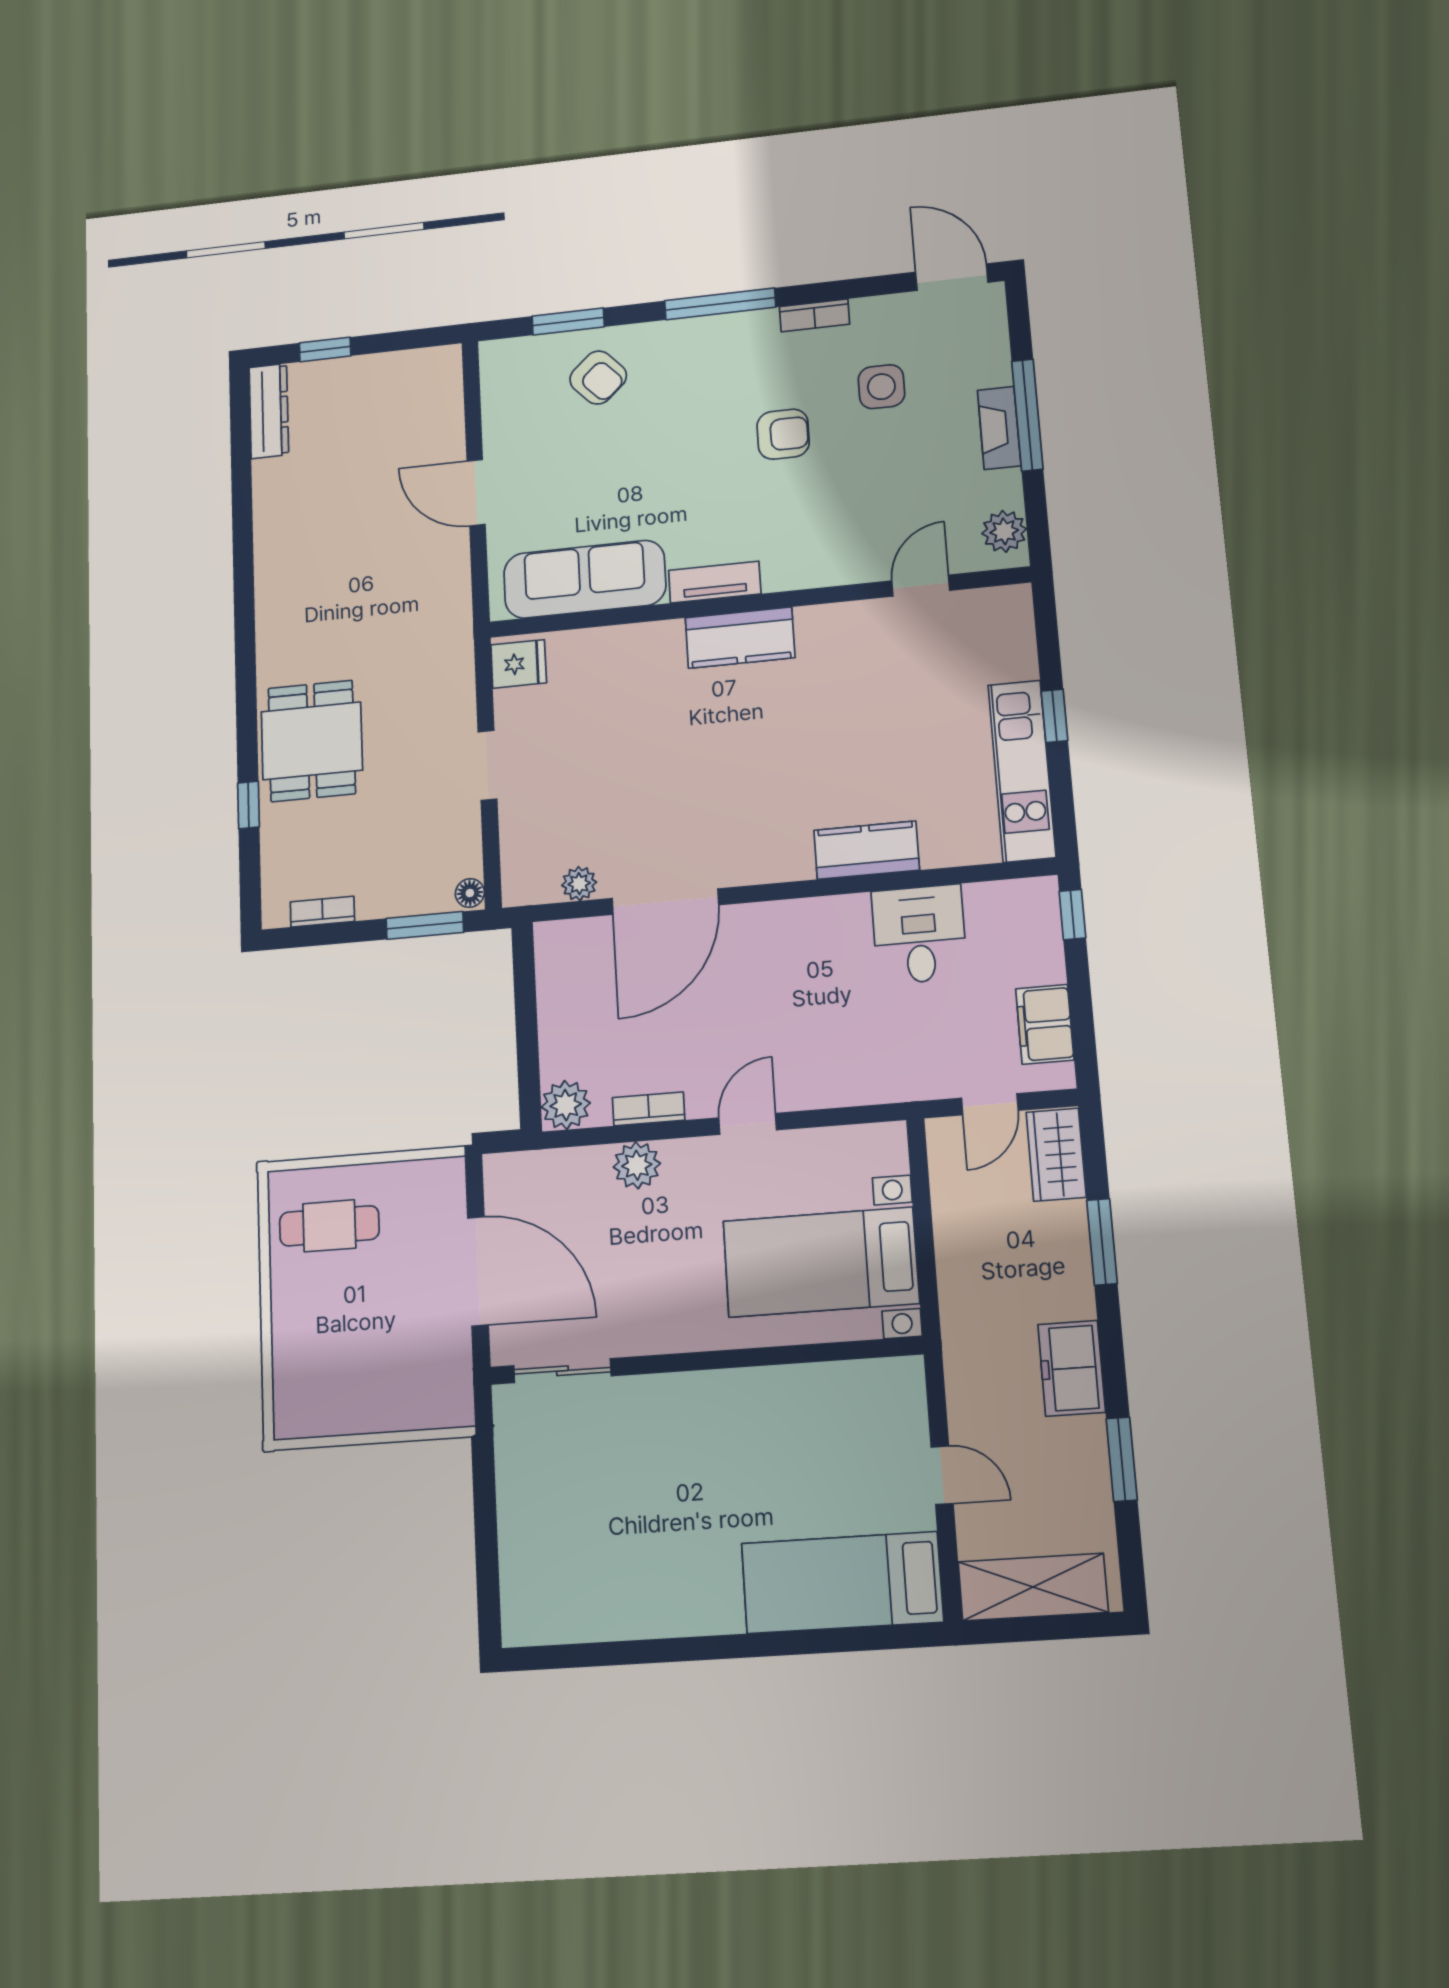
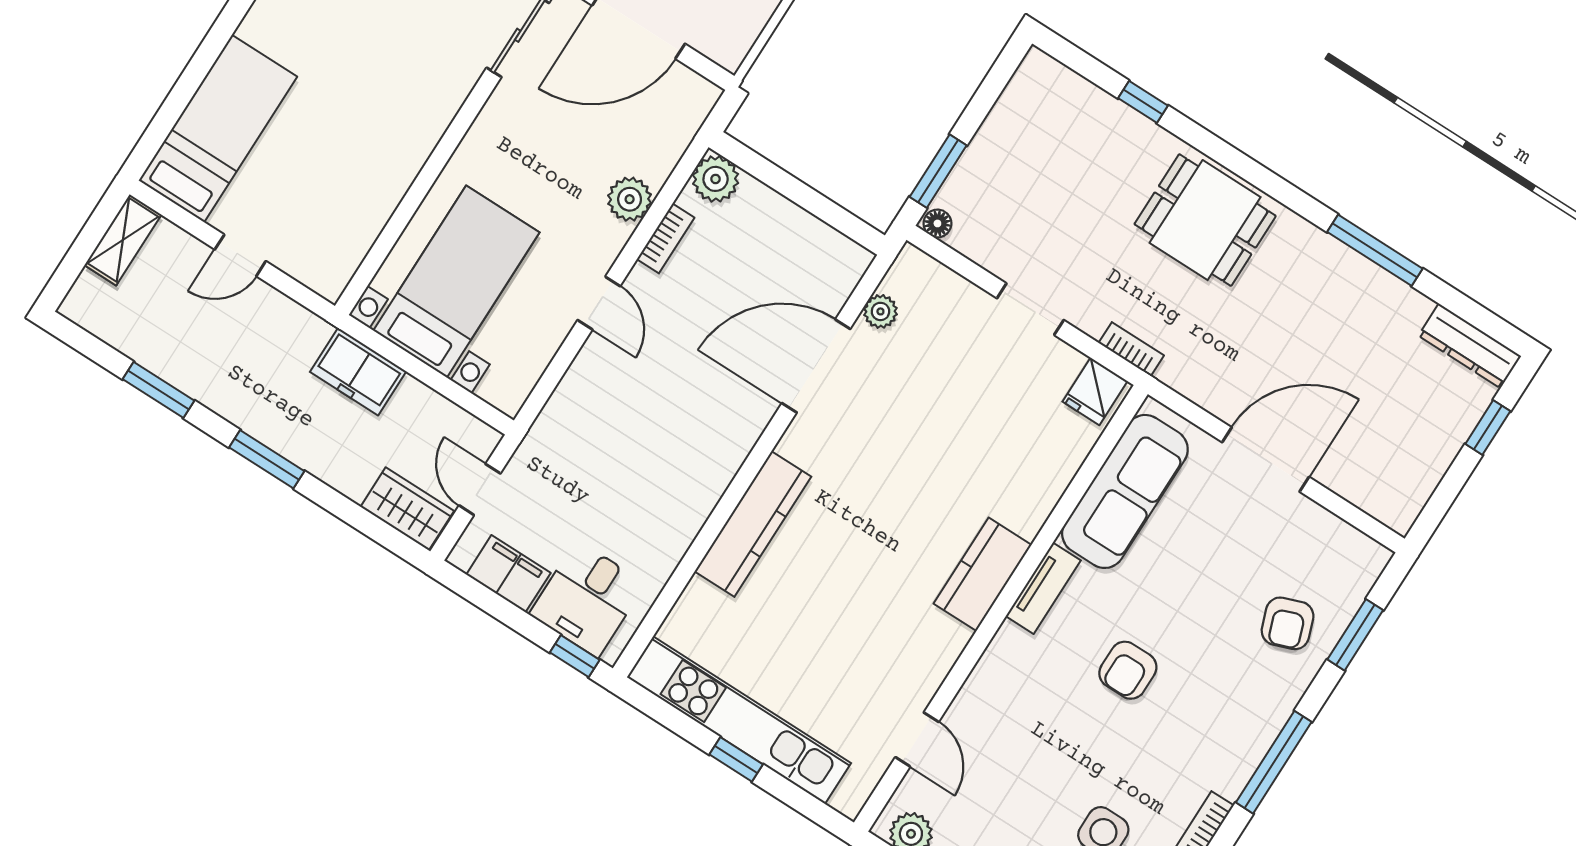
armchair: (598, 378) -> (1288, 623), turned -67
armchair: (783, 434) -> (1128, 670), moved
door: (476, 493) -> (1266, 460), width x1.36
window: (243, 538) -> (1375, 250), added
dining table: (312, 741) -> (1205, 220), moved
kitchen unit: (1022, 771) -> (739, 720), width x1.36
kitchen counter: (867, 850) -> (753, 524), width x1.50
door: (665, 902) -> (816, 366), hinge flipped
bookcase: (322, 912) -> (1131, 349), moved, turned -90
desk: (919, 934) -> (587, 599), moved, turned 90
window: (1102, 1242) -> (267, 459), moved
freezer: (1072, 1368) -> (358, 372), moved, turned 180
shelving: (1033, 1587) -> (123, 240), width x0.67, depth x0.75

